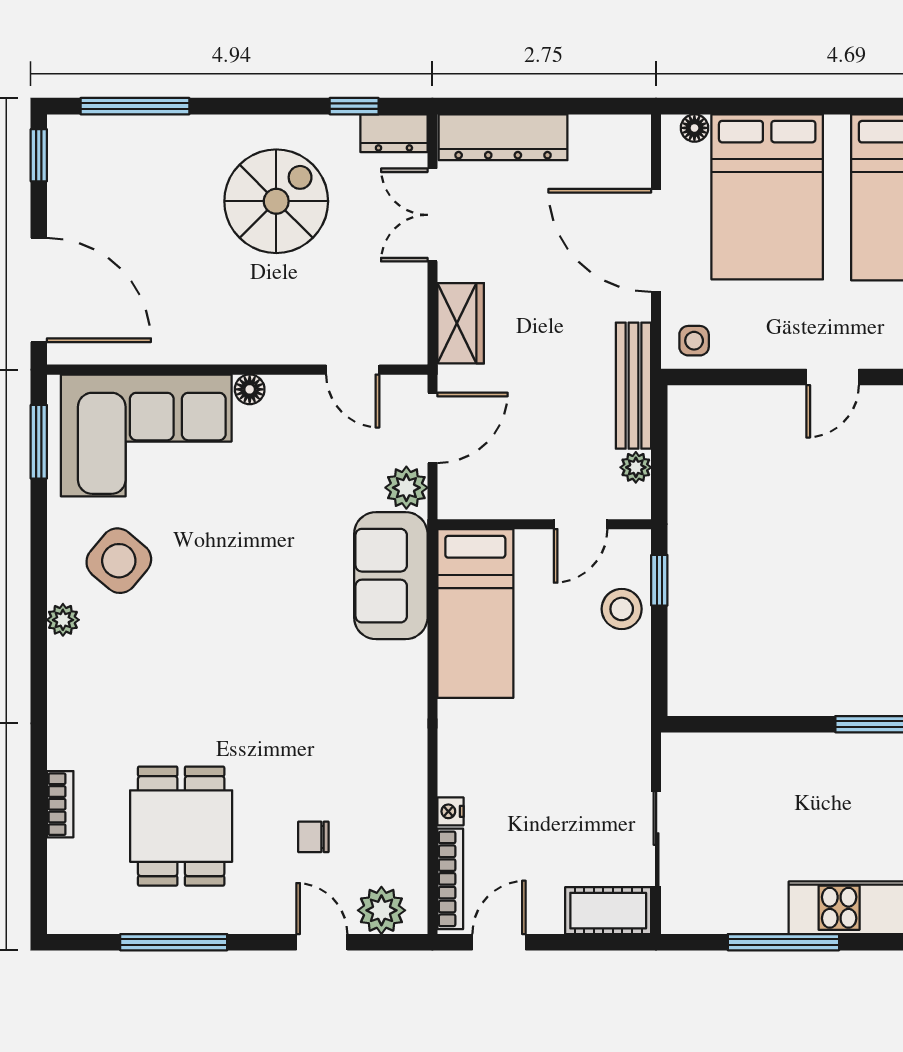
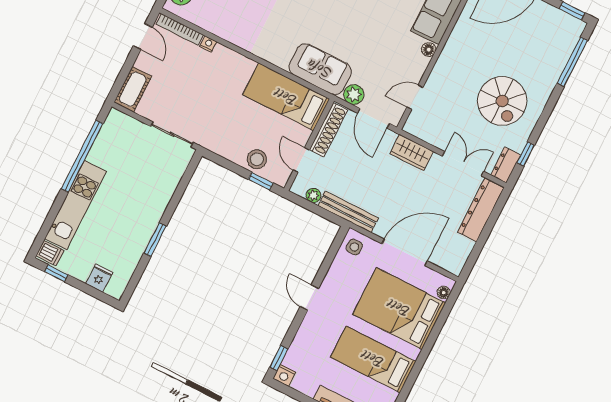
shoe rack: (497, 502) -> (328, 130), added
sliding door: (656, 839) -> (172, 134), moved
window: (783, 942) -> (82, 156), width x1.46

